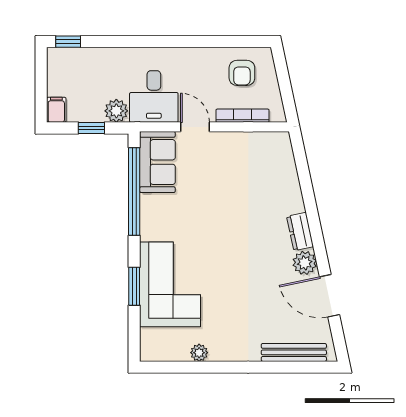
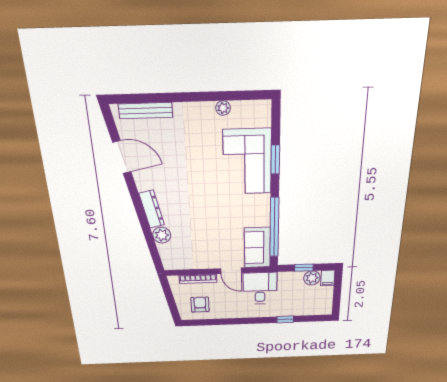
window: (68, 42) -> (285, 319), moved
plant: (116, 111) -> (312, 278), moved
dresser: (300, 232) -> (152, 209), width x1.44
plant: (305, 263) -> (162, 235), moved

